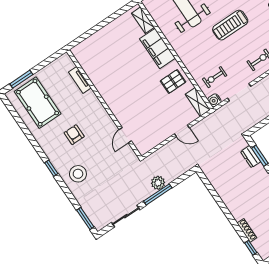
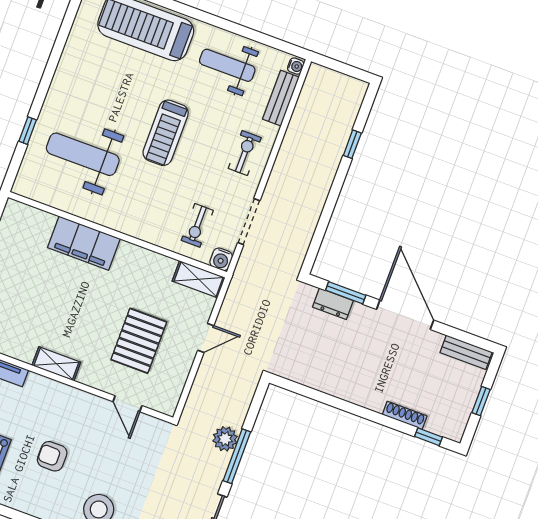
shelving: (143, 20) -> (56, 364), moved
pallet: (173, 81) -> (139, 341), moved, width x1.50, depth x1.42

